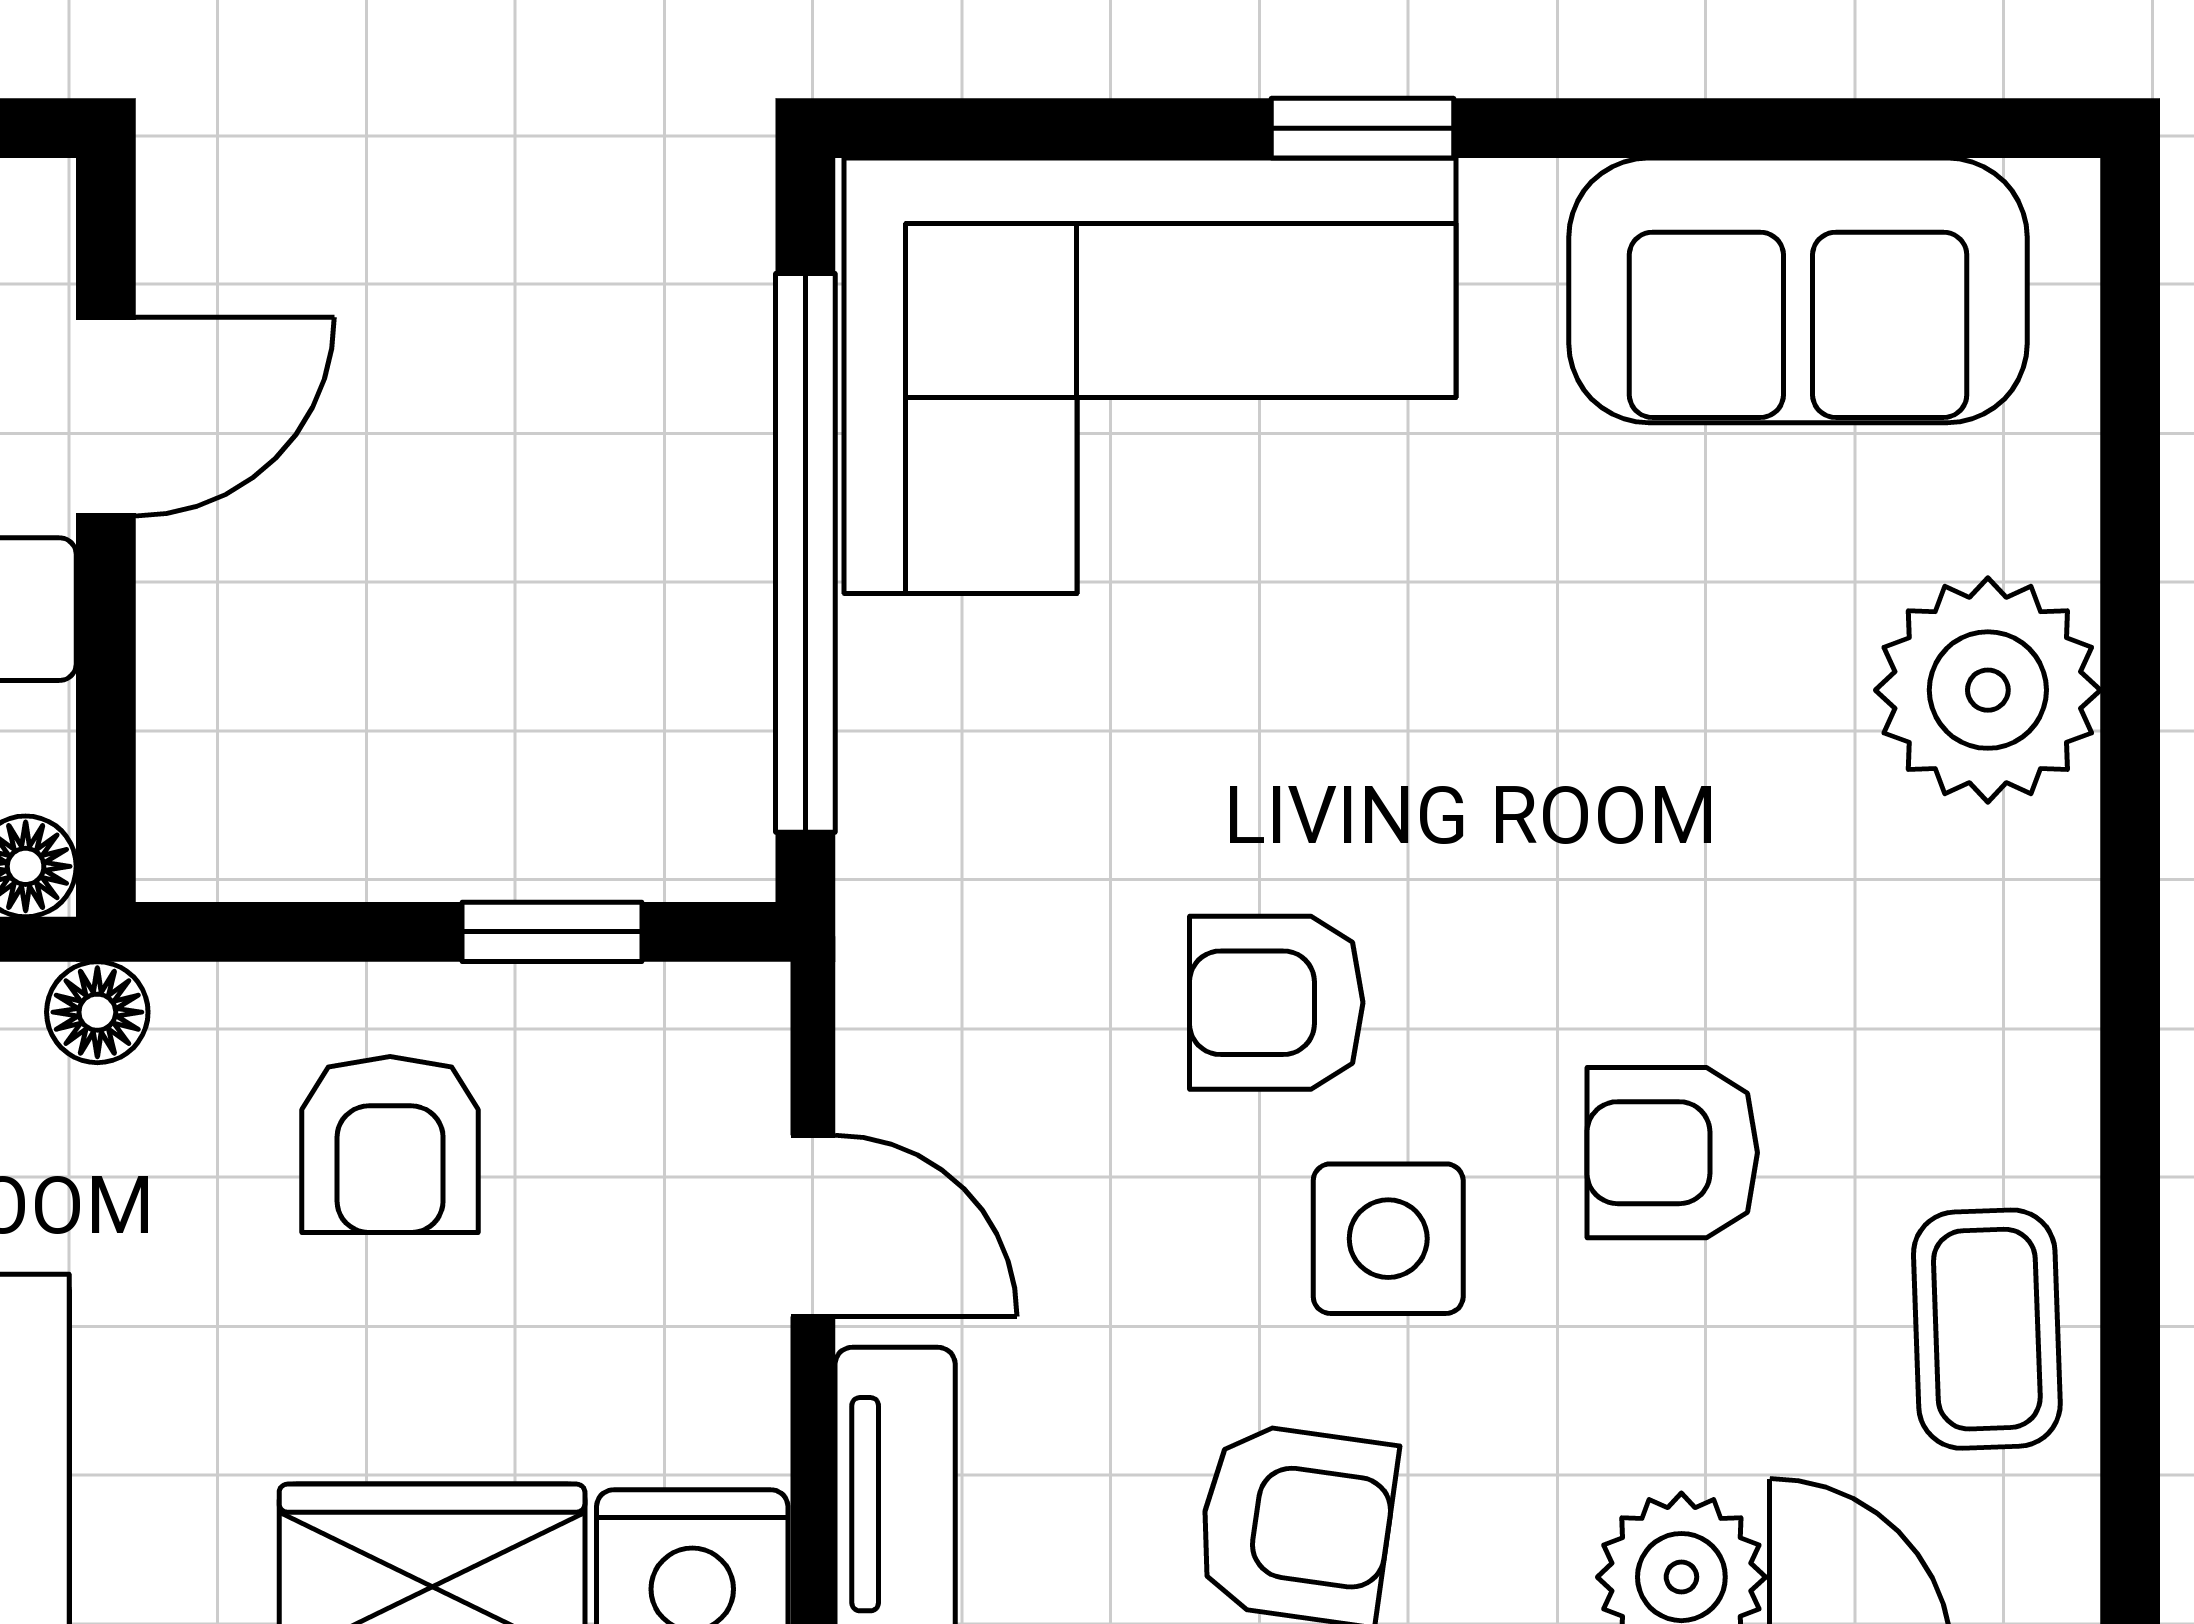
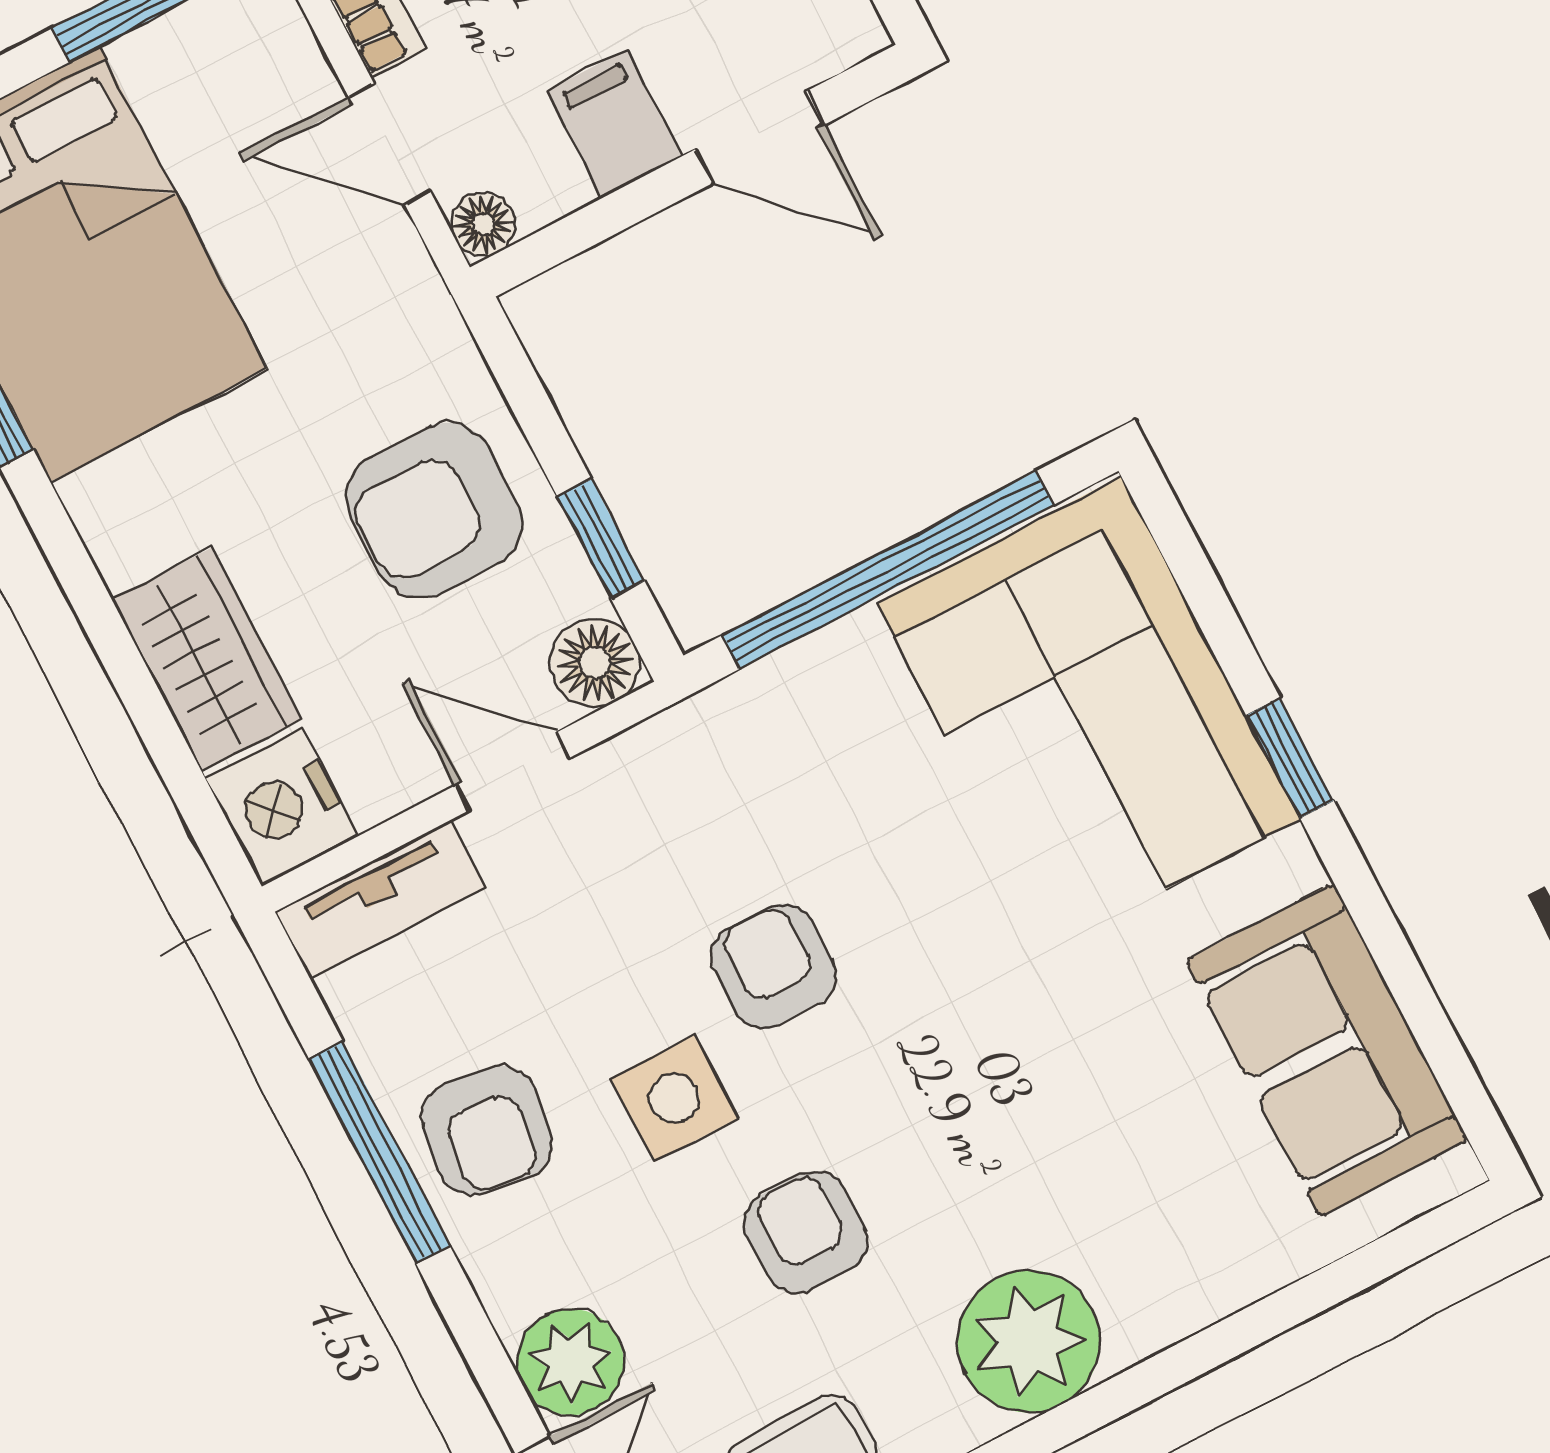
plant: (1988, 690) -> (1029, 1341), moved
floor lamp: (97, 1012) -> (595, 663), moved, width x1.37, depth x1.37
armchair: (390, 1144) -> (434, 510), width x1.38, depth x1.38
door: (813, 1226) -> (513, 772), swing flipped

